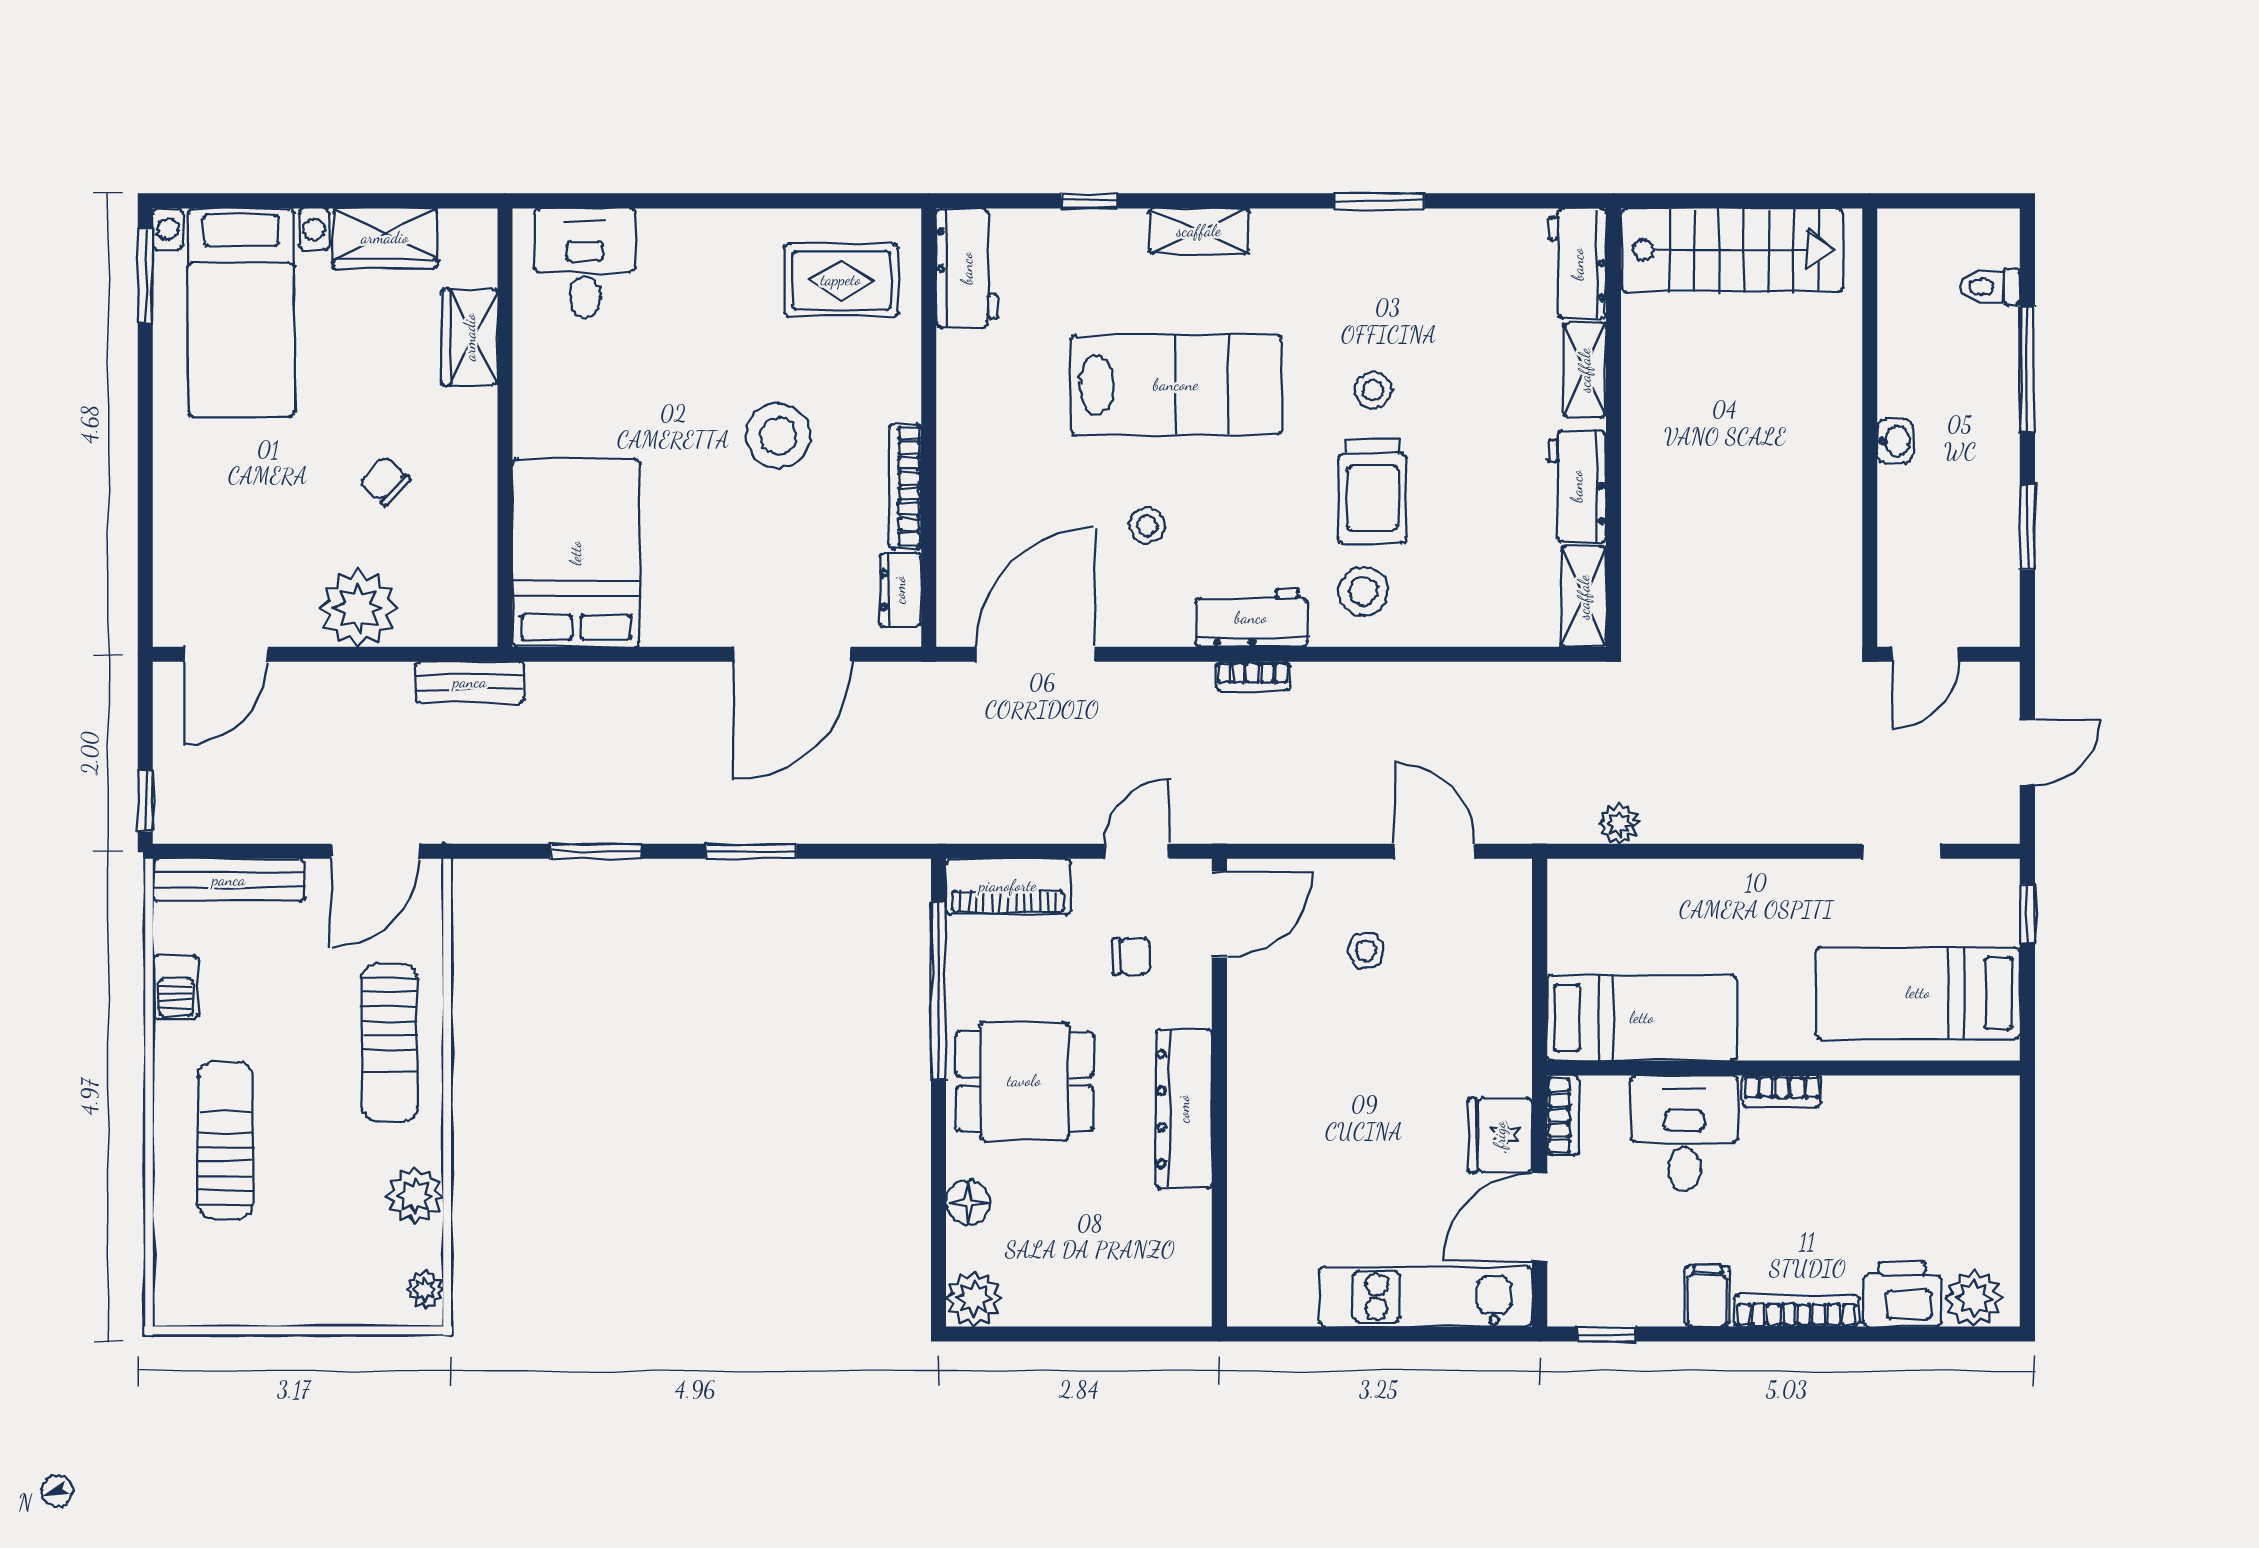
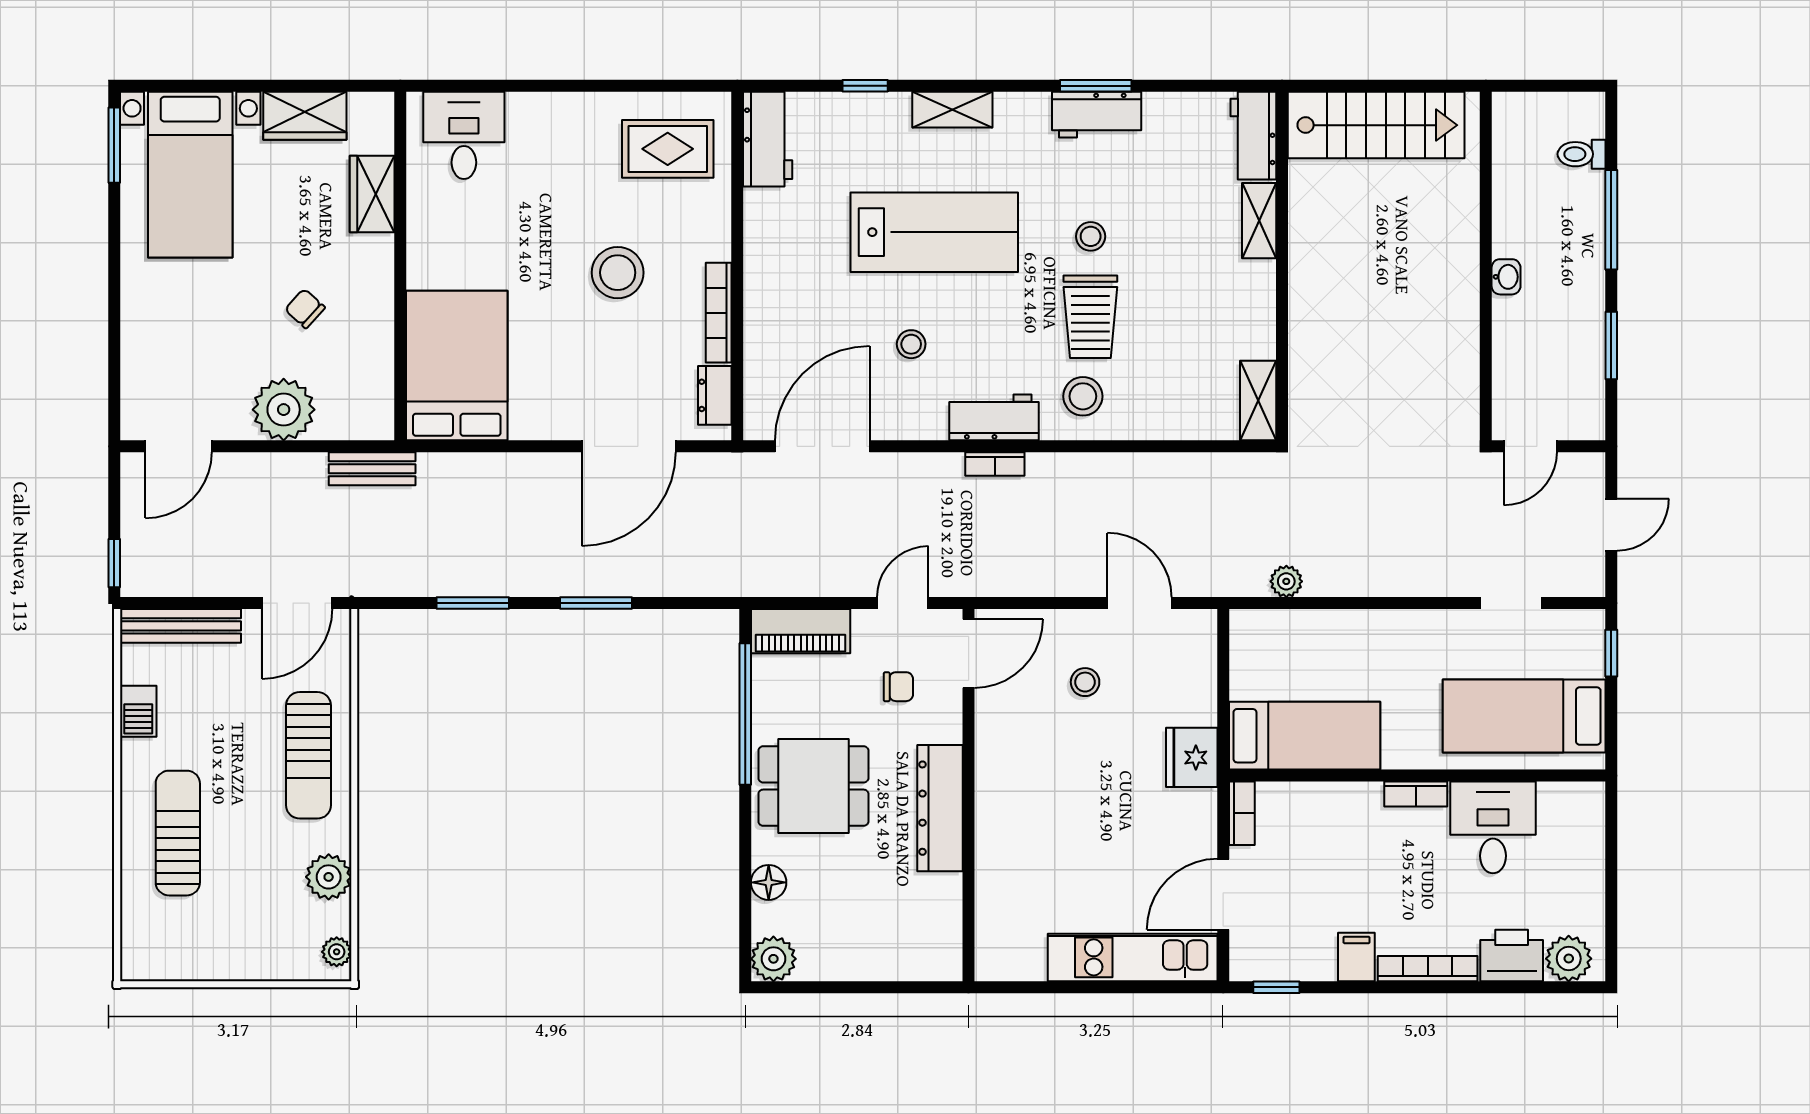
workbench: (1577, 486) -> (1097, 115), moved, turned -90
desk: (1685, 1133) -> (1493, 827), moved
fridge: (1500, 1135) -> (1192, 757), moved

